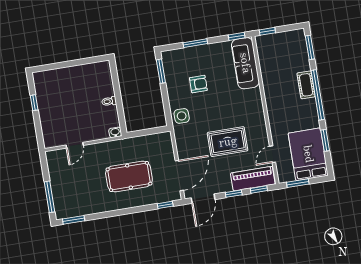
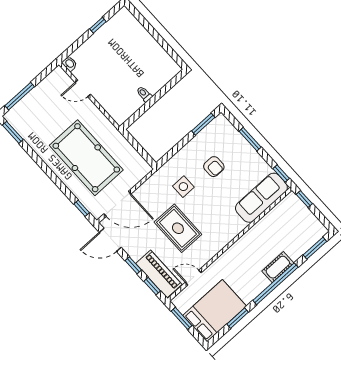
side table: (182, 116) -> (183, 187), moved
washbasin: (115, 132) -> (69, 64), moved
pool table: (129, 176) -> (86, 158), width x1.36, depth x1.32

